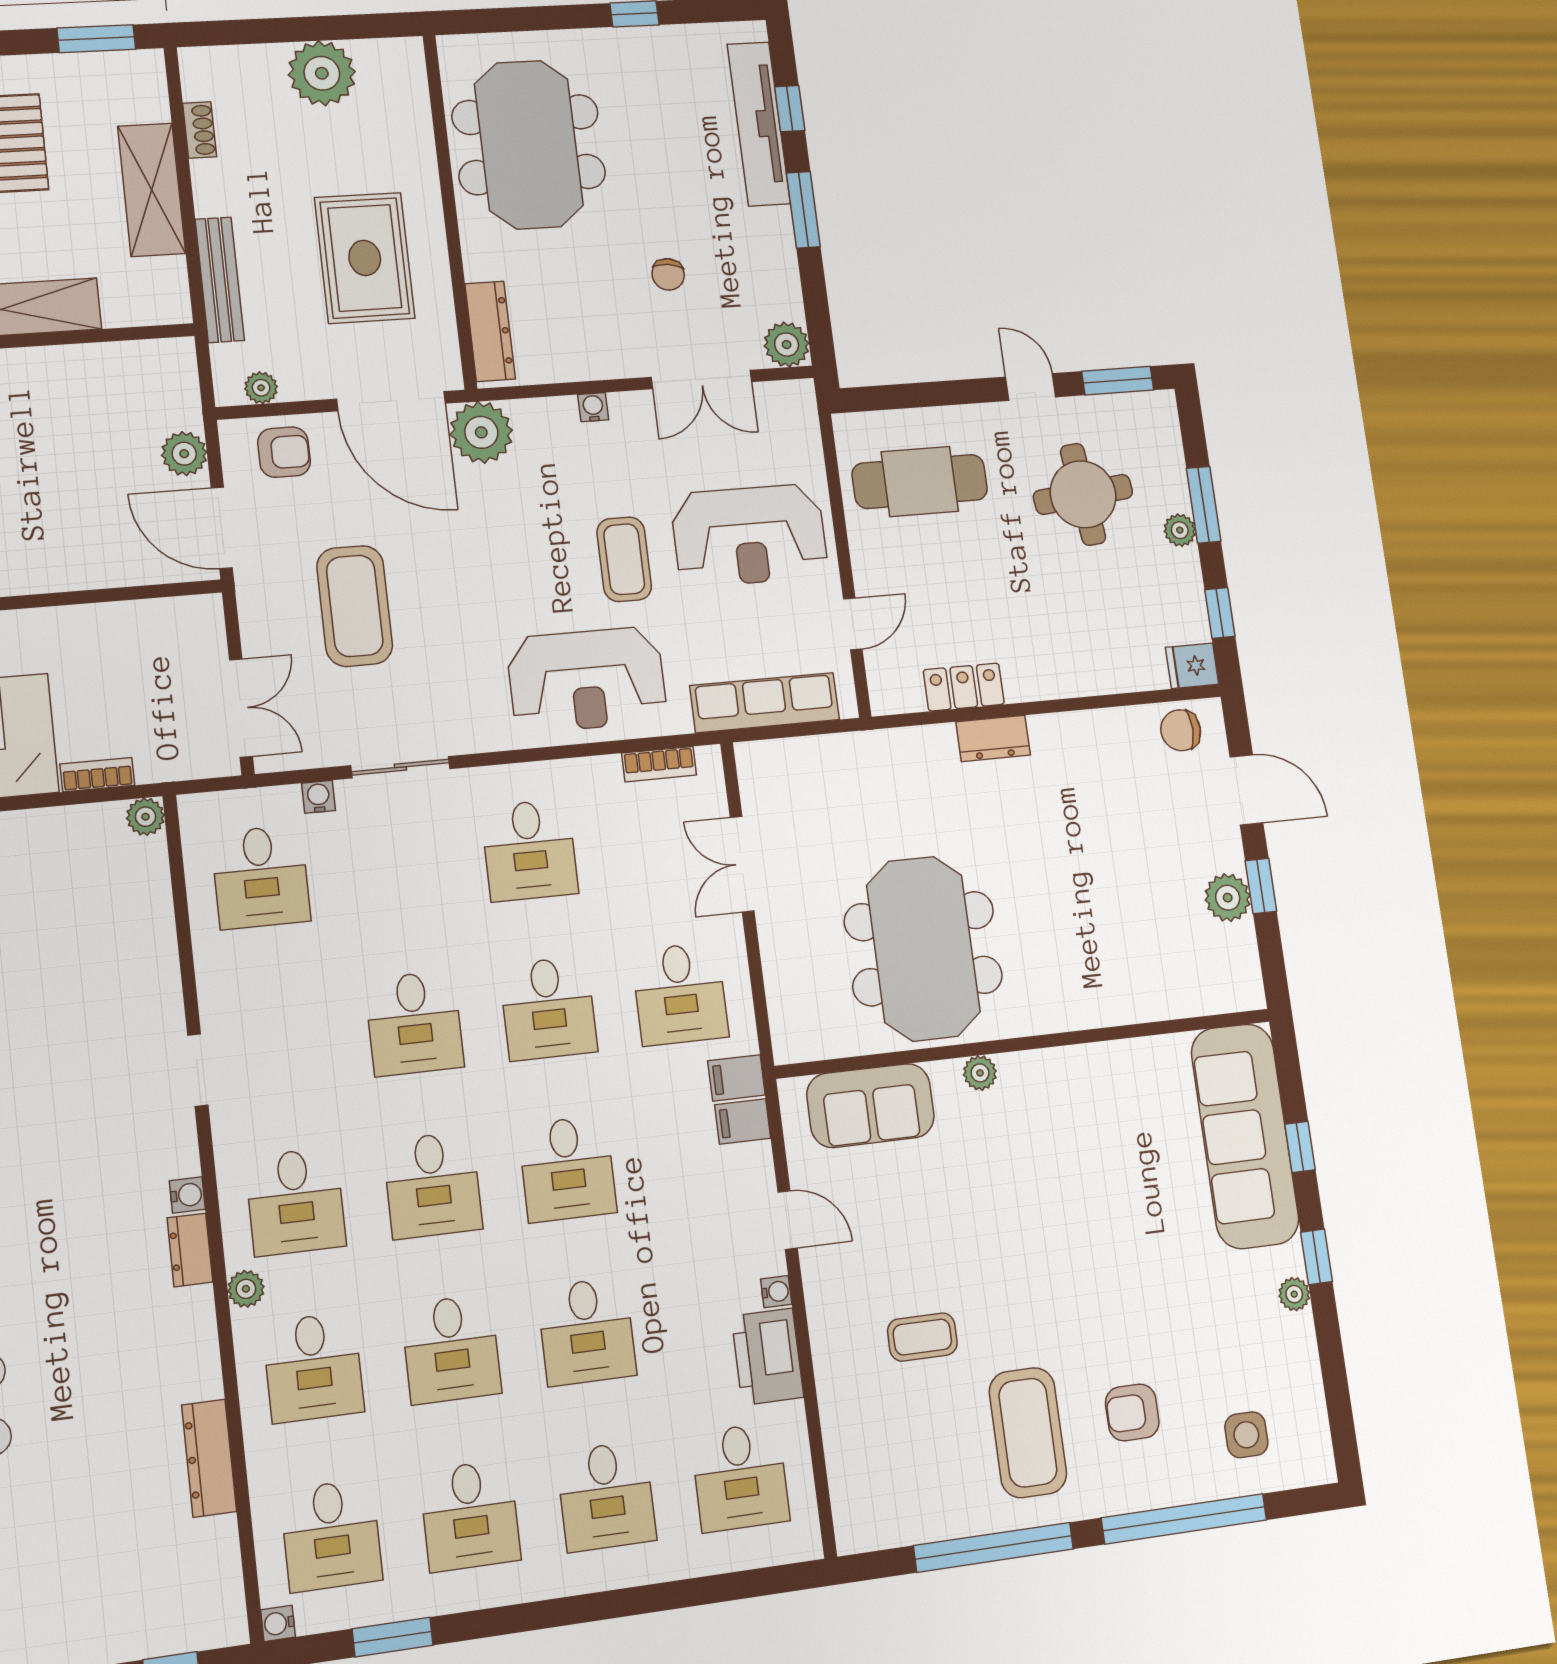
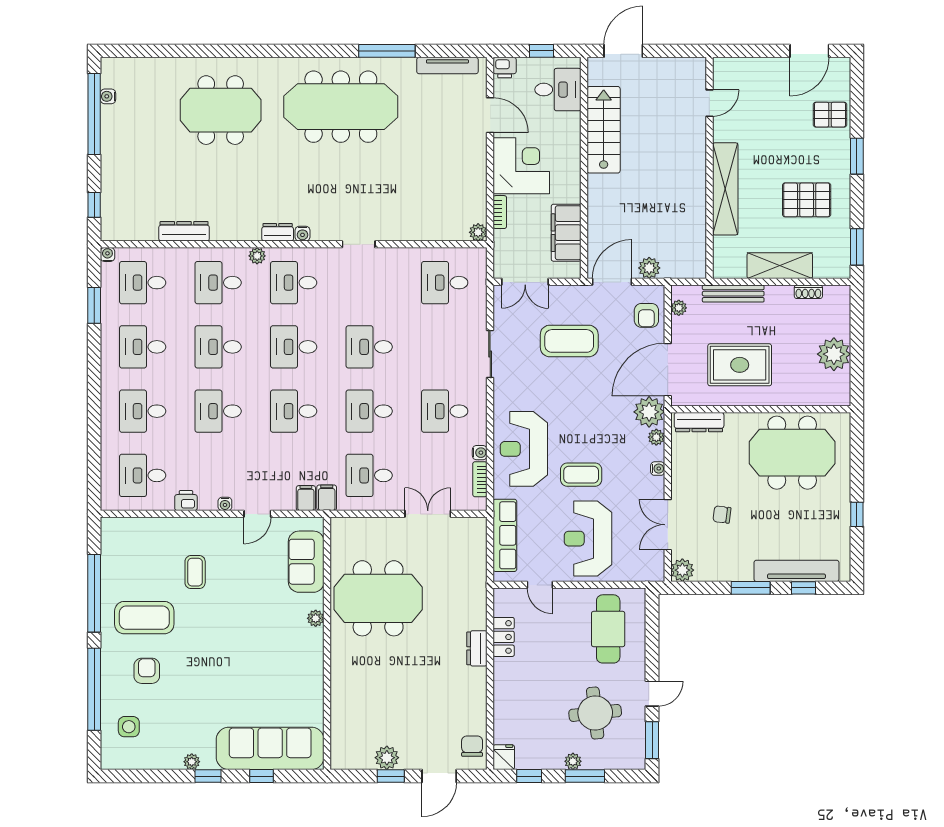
plant: (531, 414) -> (656, 437), added
filing cabinet: (128, 631) -> (566, 233), added
water cooler: (318, 797) -> (480, 453), moved
printer: (767, 1357) -> (186, 501), width x0.53, depth x0.68

